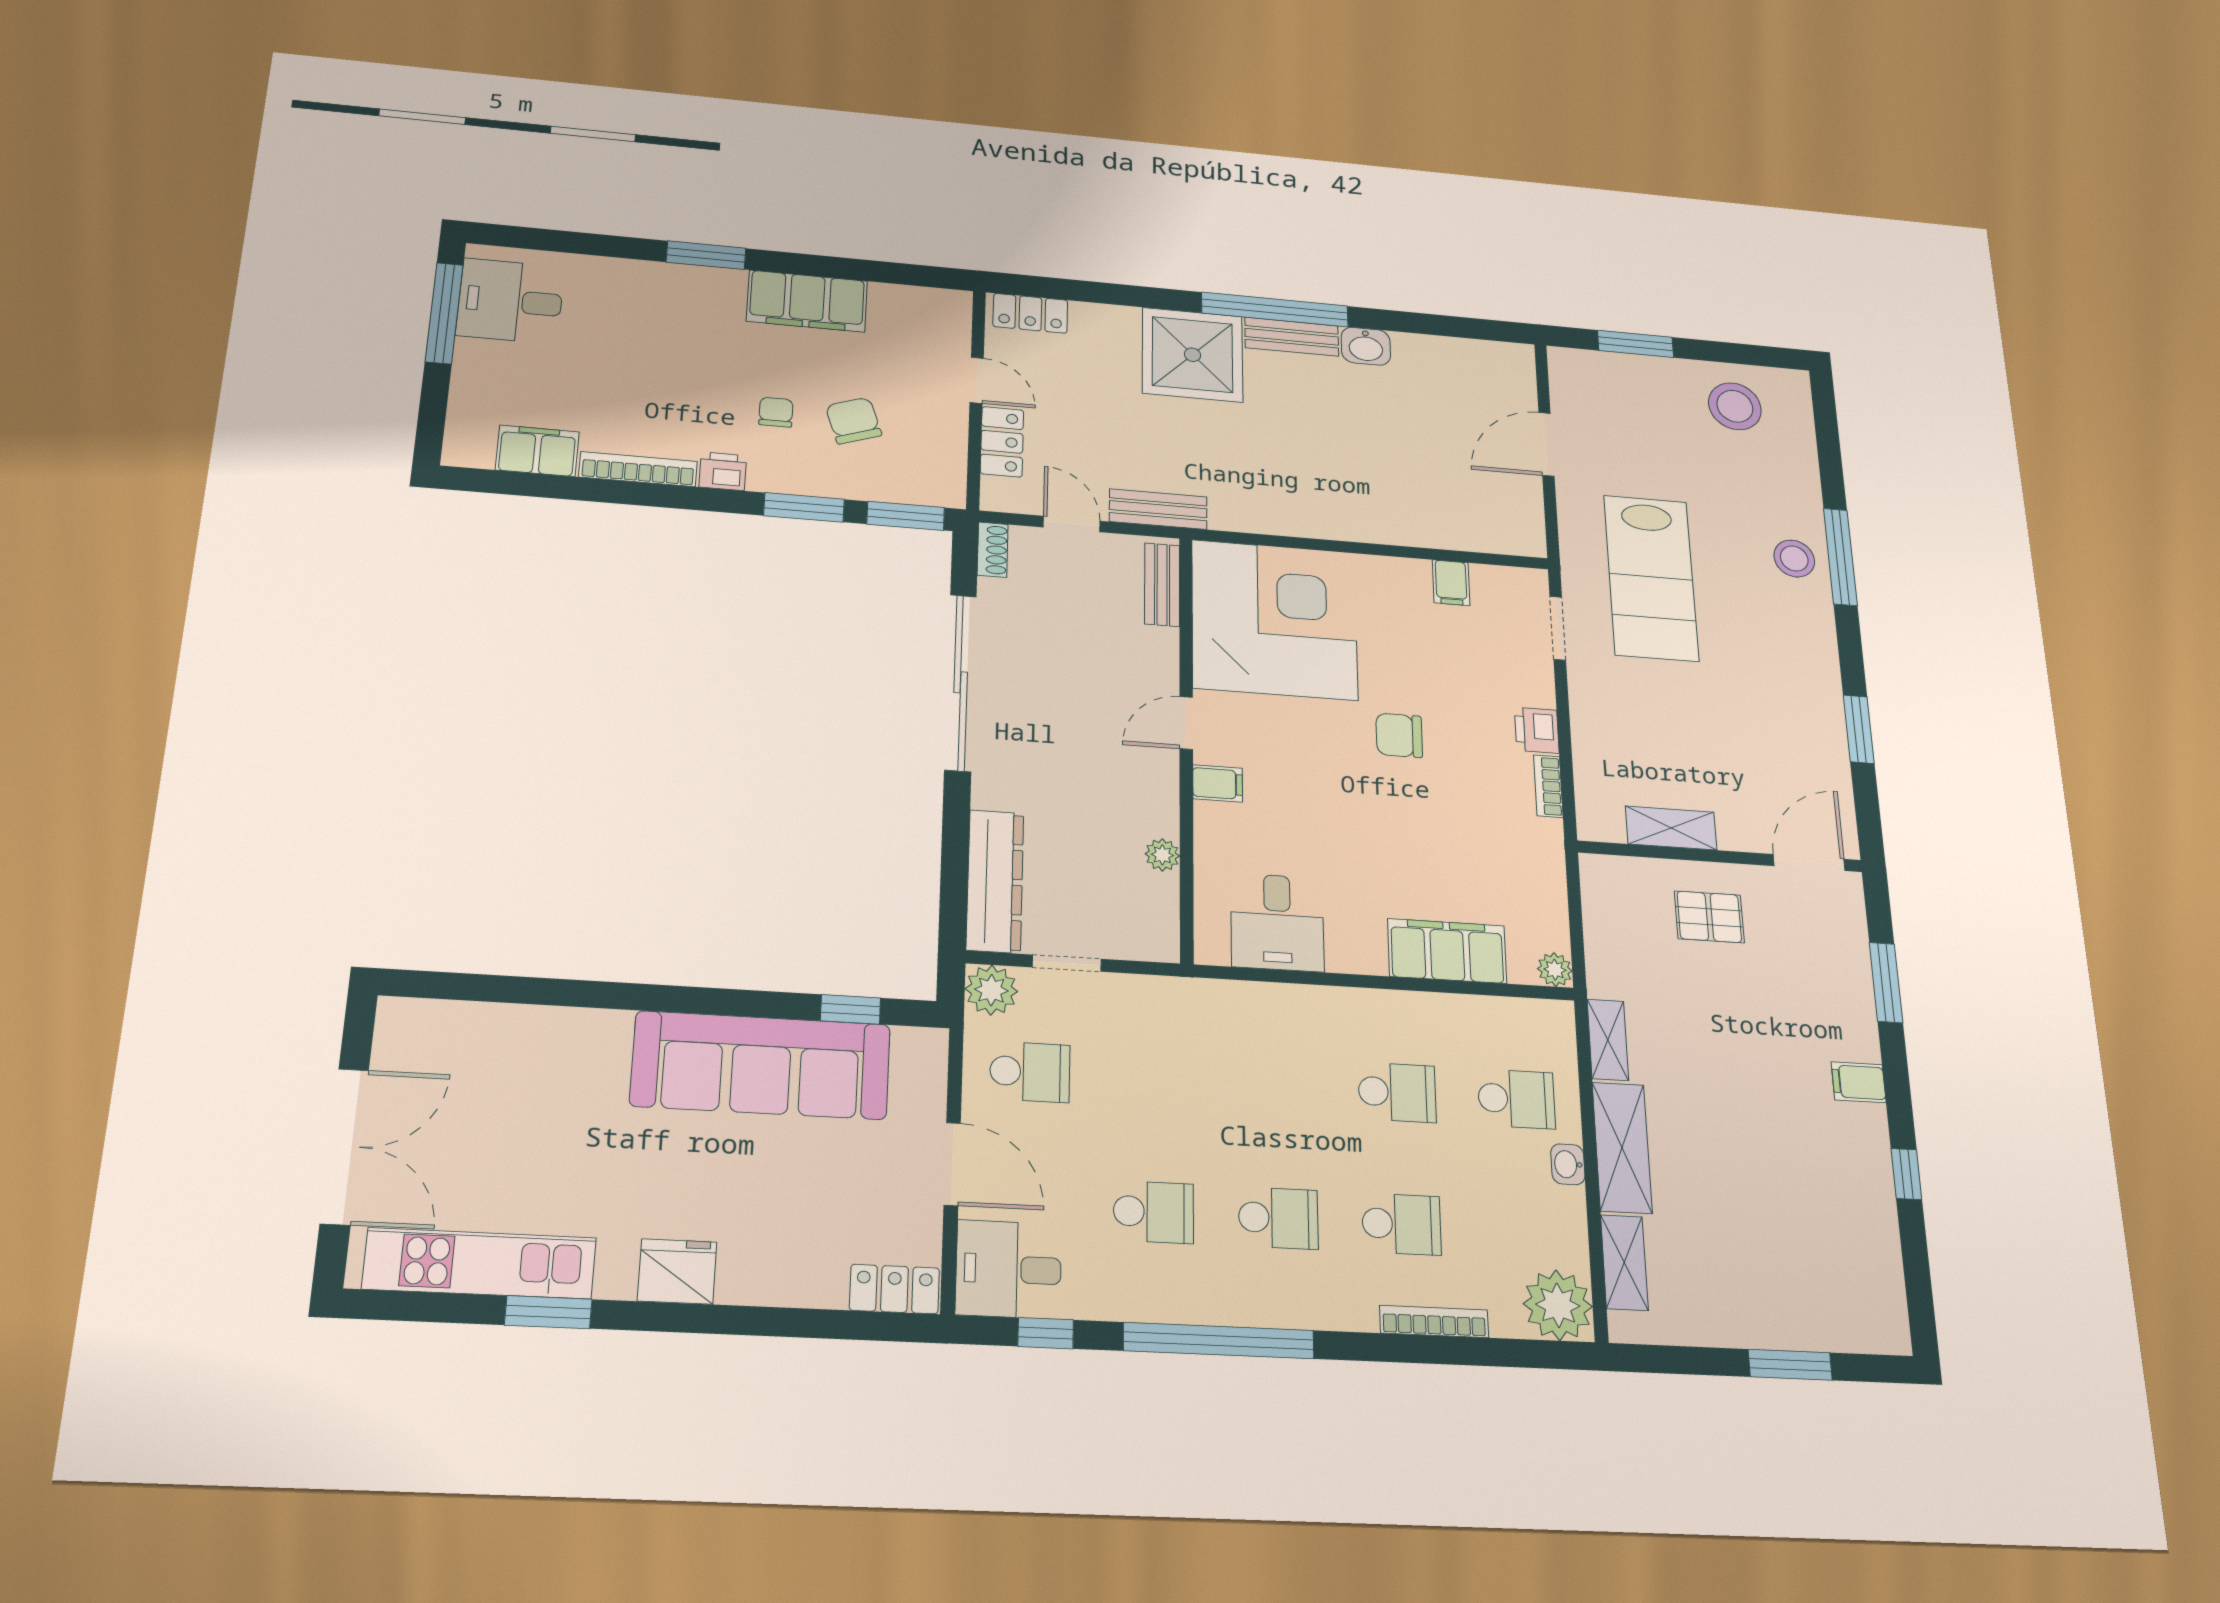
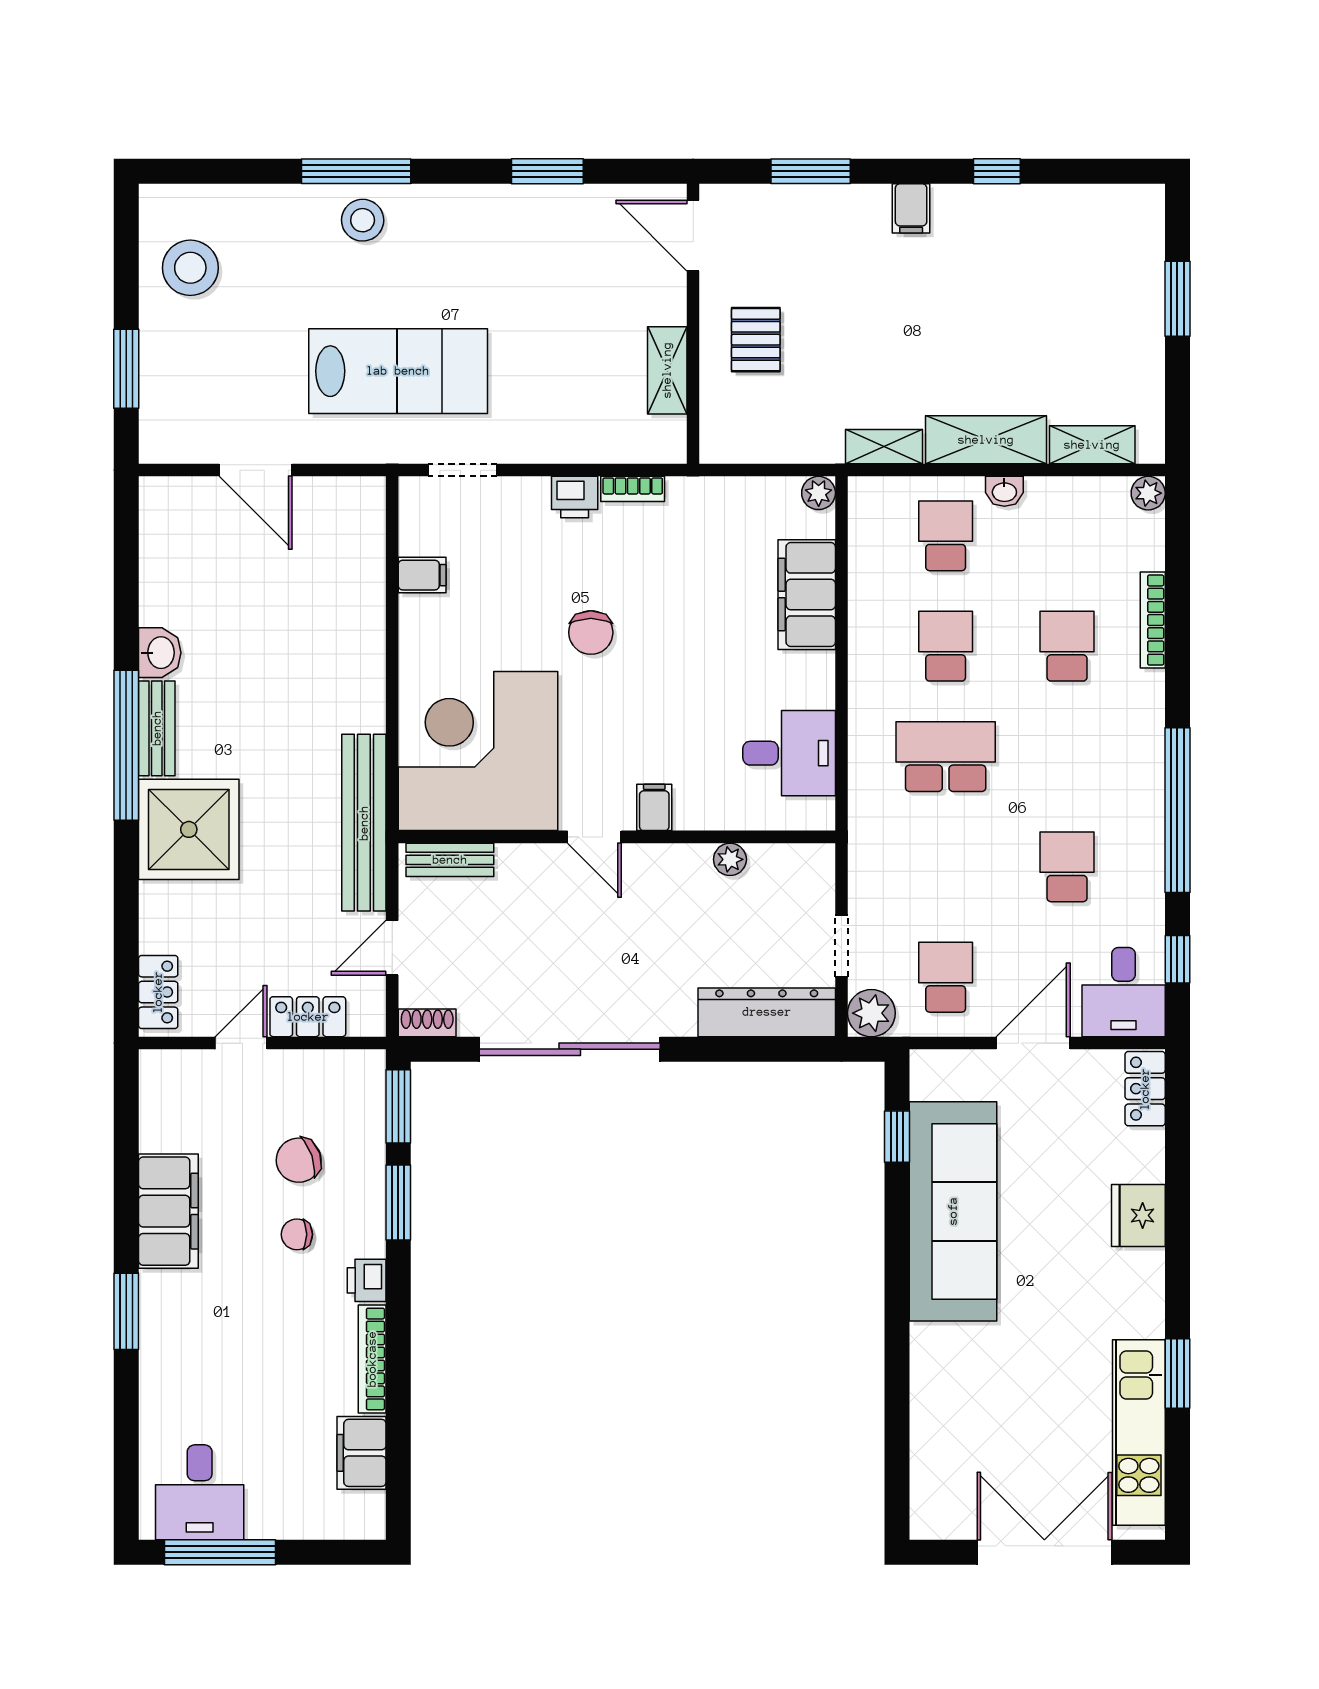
bench: (1158, 509) -> (364, 823), width x1.86, depth x1.21
school desk: (1278, 1218) -> (946, 757), moved, width x1.85
fridge: (677, 1271) -> (1138, 1215), moved
plant: (1558, 1305) -> (1148, 493), width x0.53, depth x0.53

